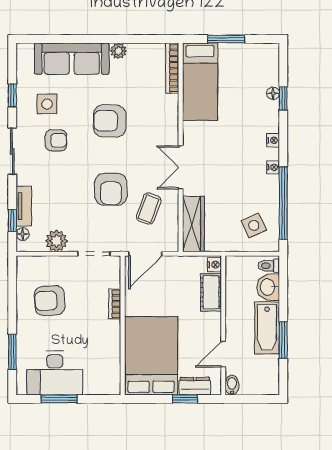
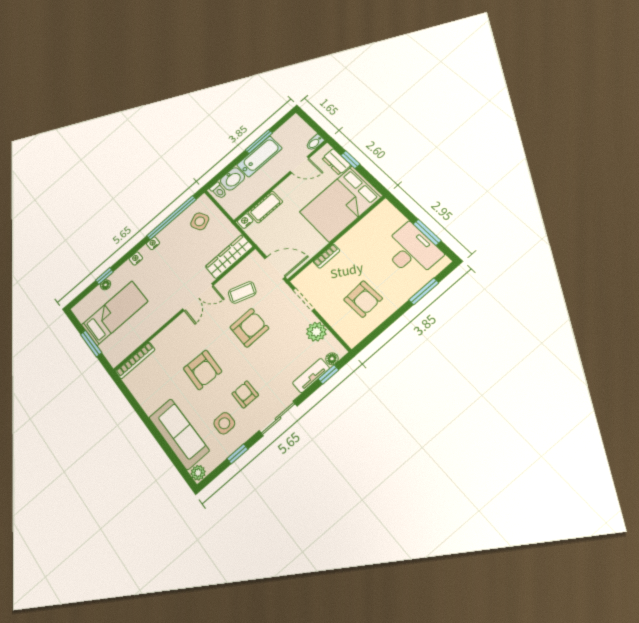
plant: (118, 51) -> (198, 473), moved
bed: (200, 82) -> (115, 313), moved

